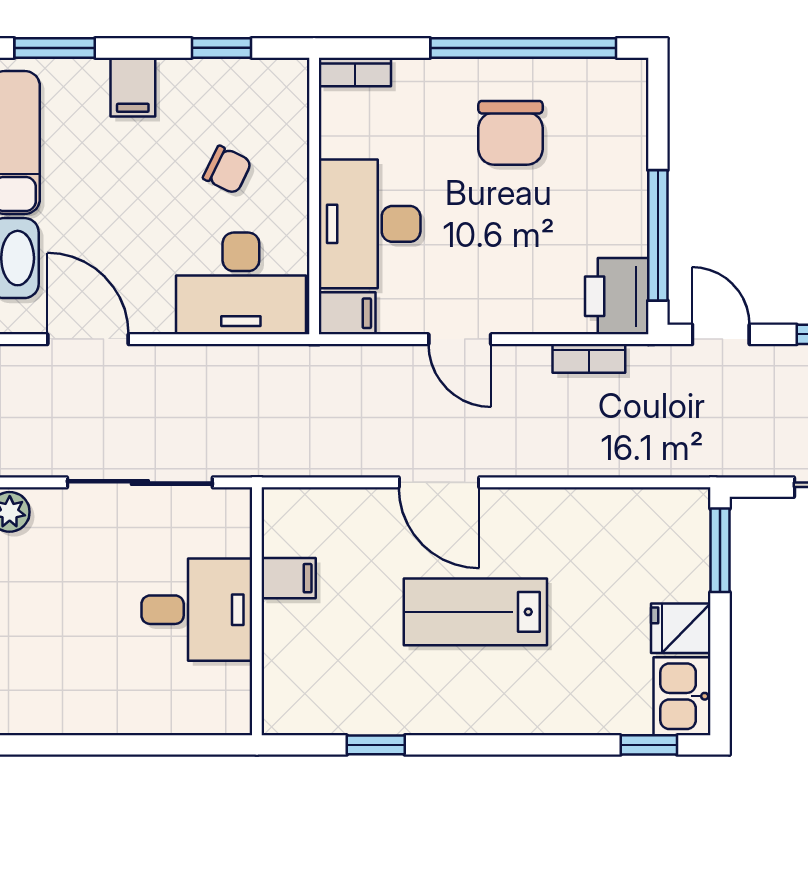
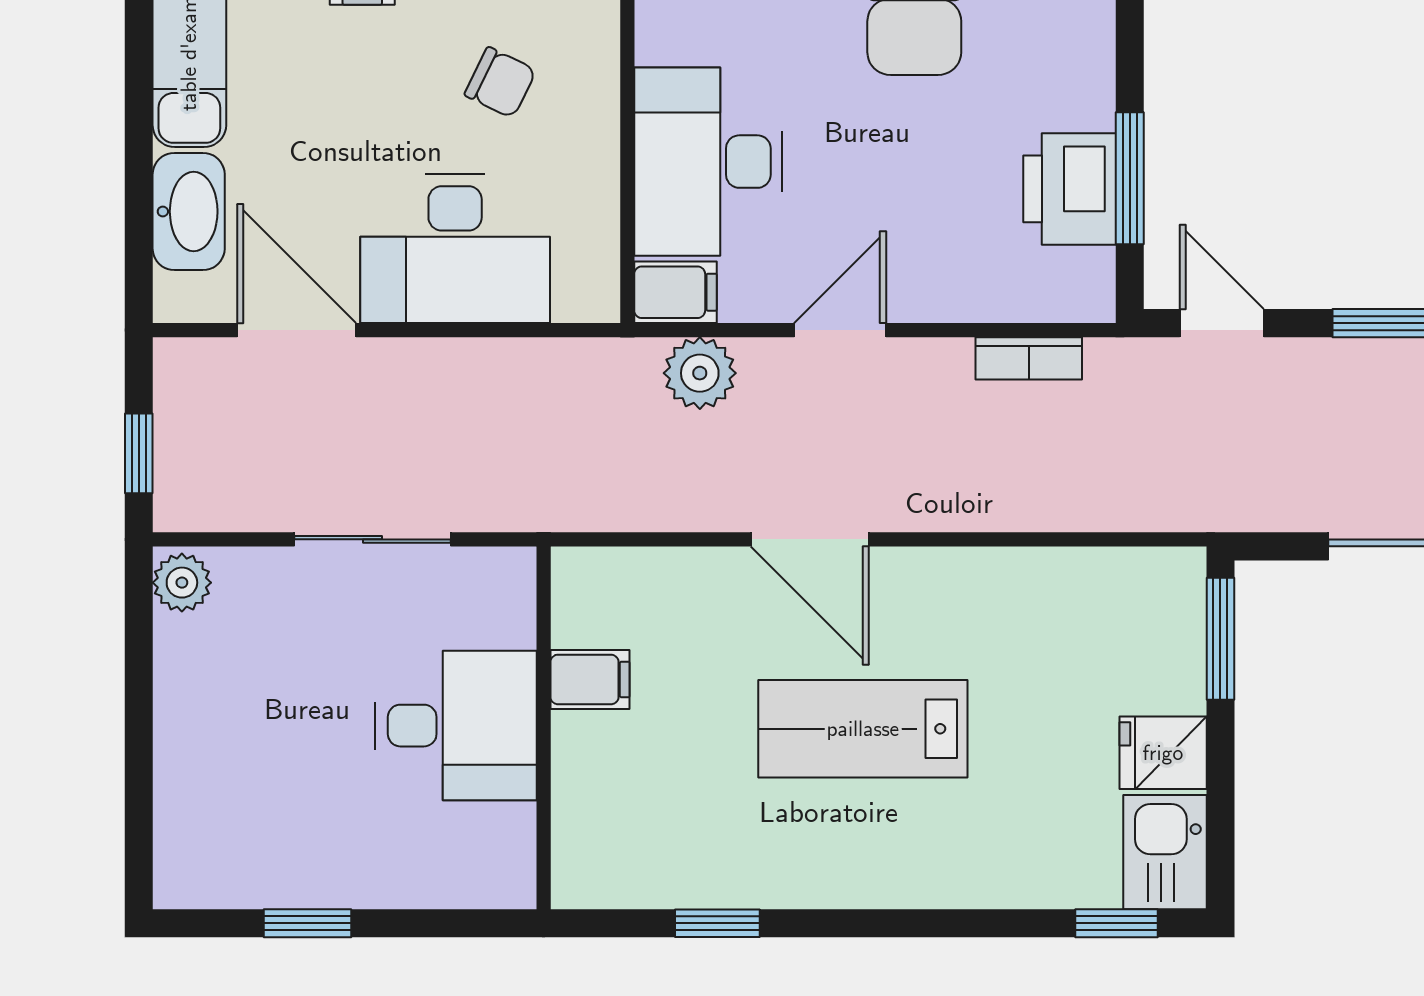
window: (658, 235) -> (1130, 178), width x0.69
desk: (241, 283) -> (455, 249), moved
printer: (617, 296) -> (1070, 189), moved
door: (460, 339) -> (840, 330), swing flipped
plant: (364, 369) -> (700, 373), added
sliding door: (140, 482) -> (373, 539), width x0.73
window: (95, 745) -> (307, 923), added

